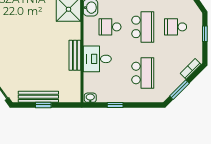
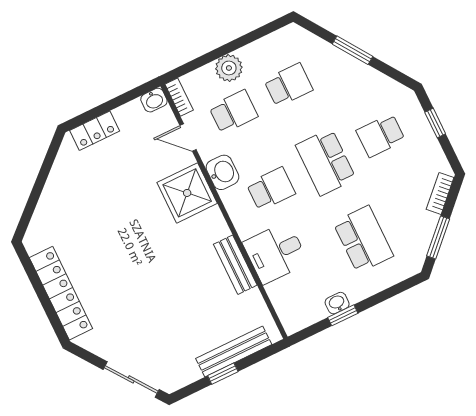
school desk: (110, 27) -> (271, 189), turned 180
school desk: (143, 27) -> (326, 162), turned 180
bench: (38, 97) -> (234, 351), moved
washbasin: (90, 98) -> (337, 303), moved

